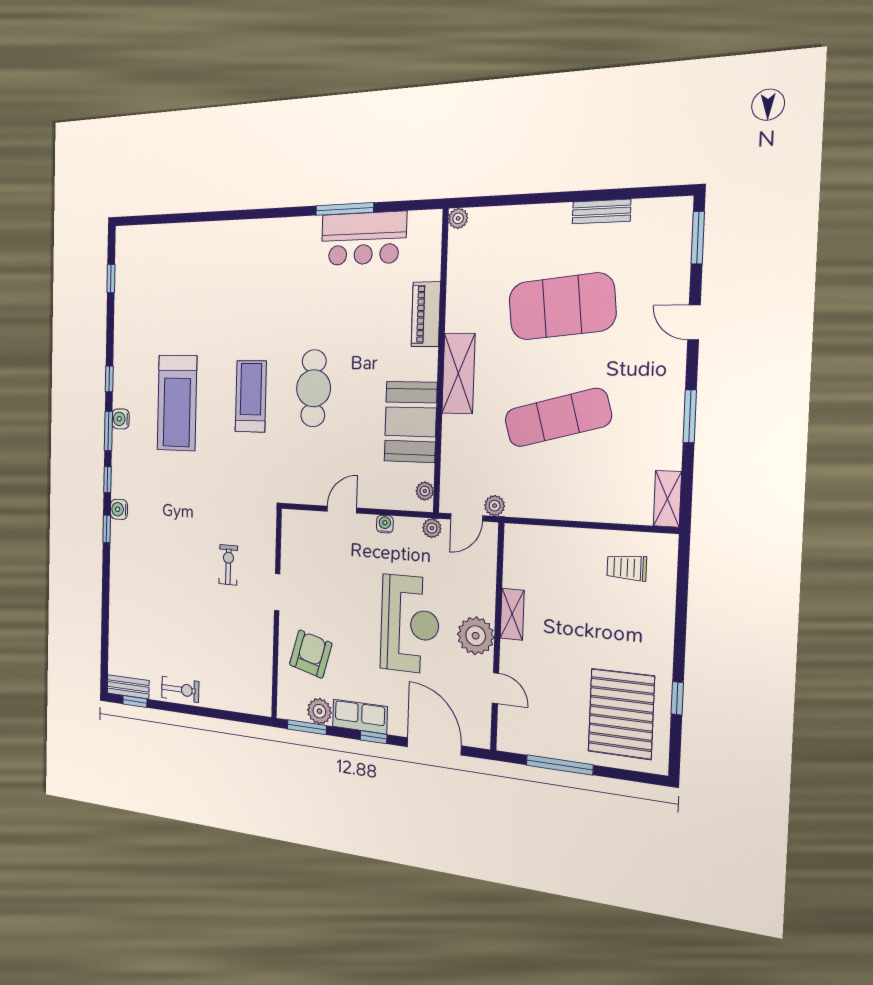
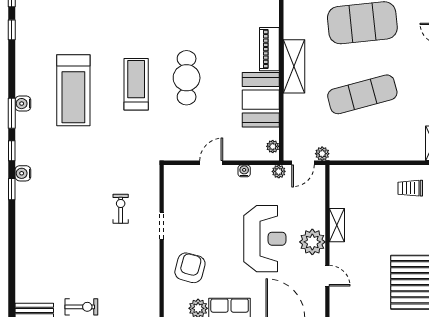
piano: (426, 314) -> (269, 49), moved
window: (109, 379) -> (12, 30), moved

